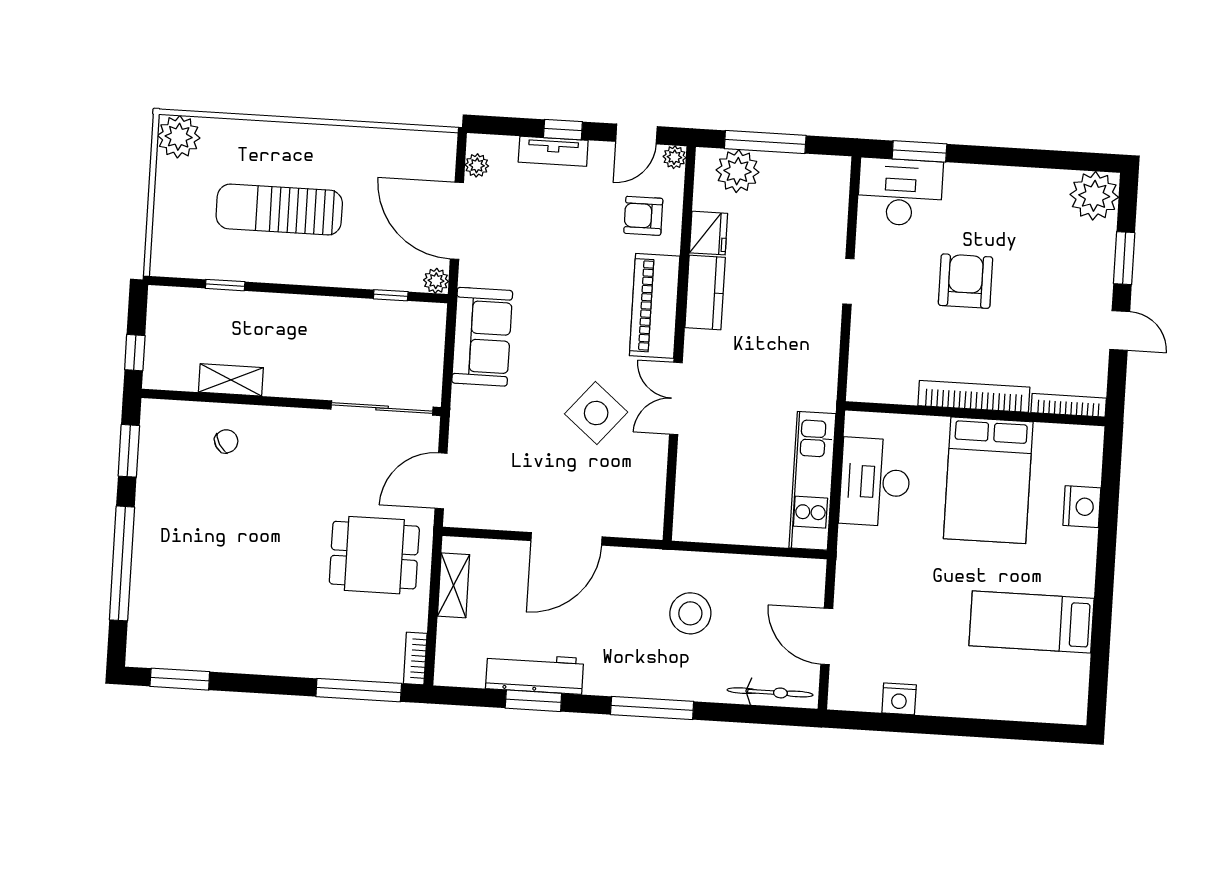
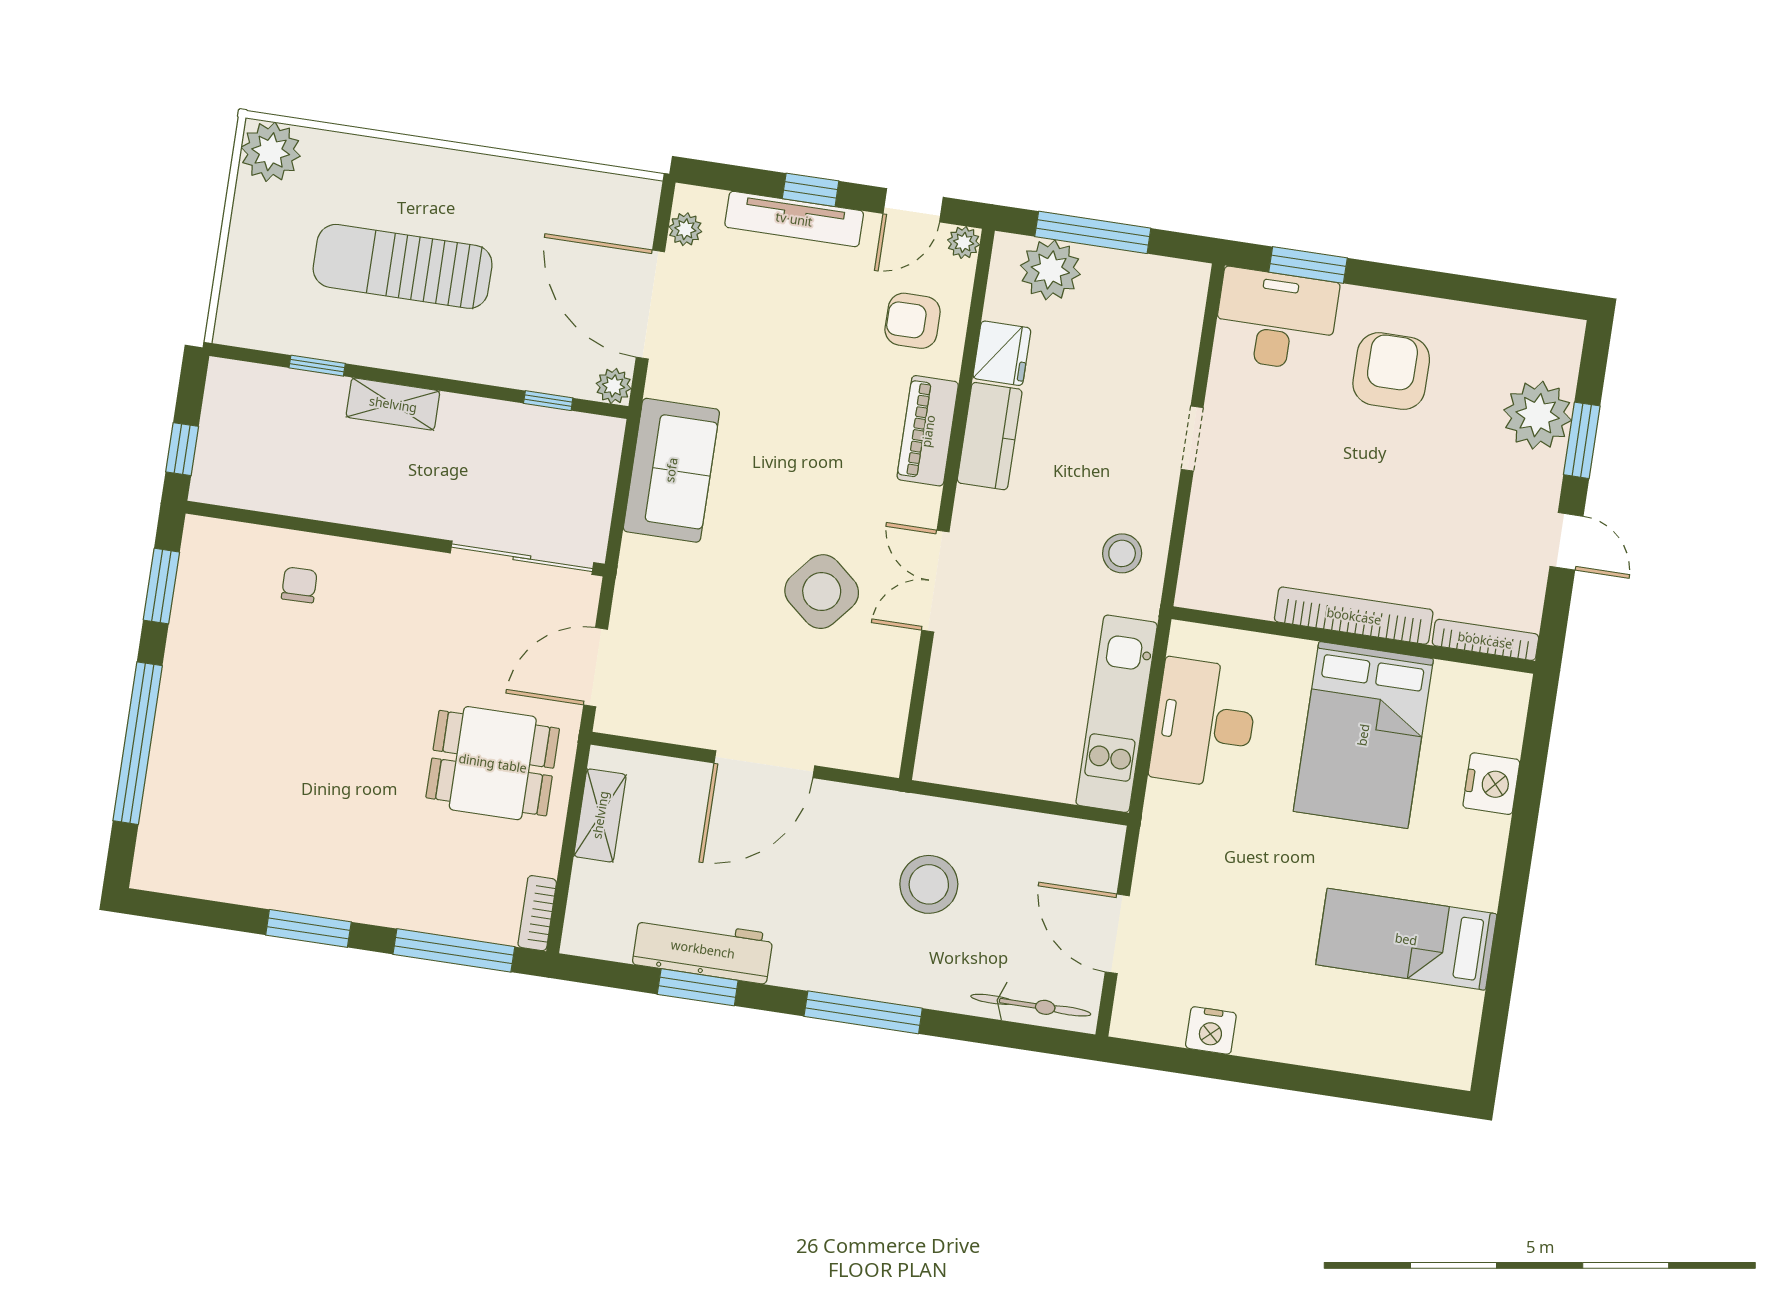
tv unit: (553, 151) -> (794, 219), width x1.41
plant: (1094, 196) -> (1538, 415), moved
armchair: (965, 281) -> (1391, 371), moved
piano: (655, 306) -> (928, 431), width x0.73, depth x0.75
stool: (806, 367) -> (1122, 553), added
shelving: (231, 380) -> (393, 404), moved
chair: (226, 441) -> (299, 585), turned -60
window: (180, 679) -> (308, 928), moved

